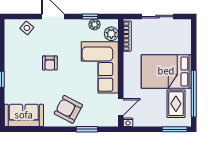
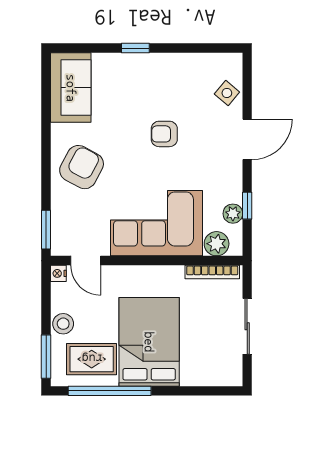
stool: (156, 120) -> (63, 324), added
window: (87, 129) -> (46, 230), moved

